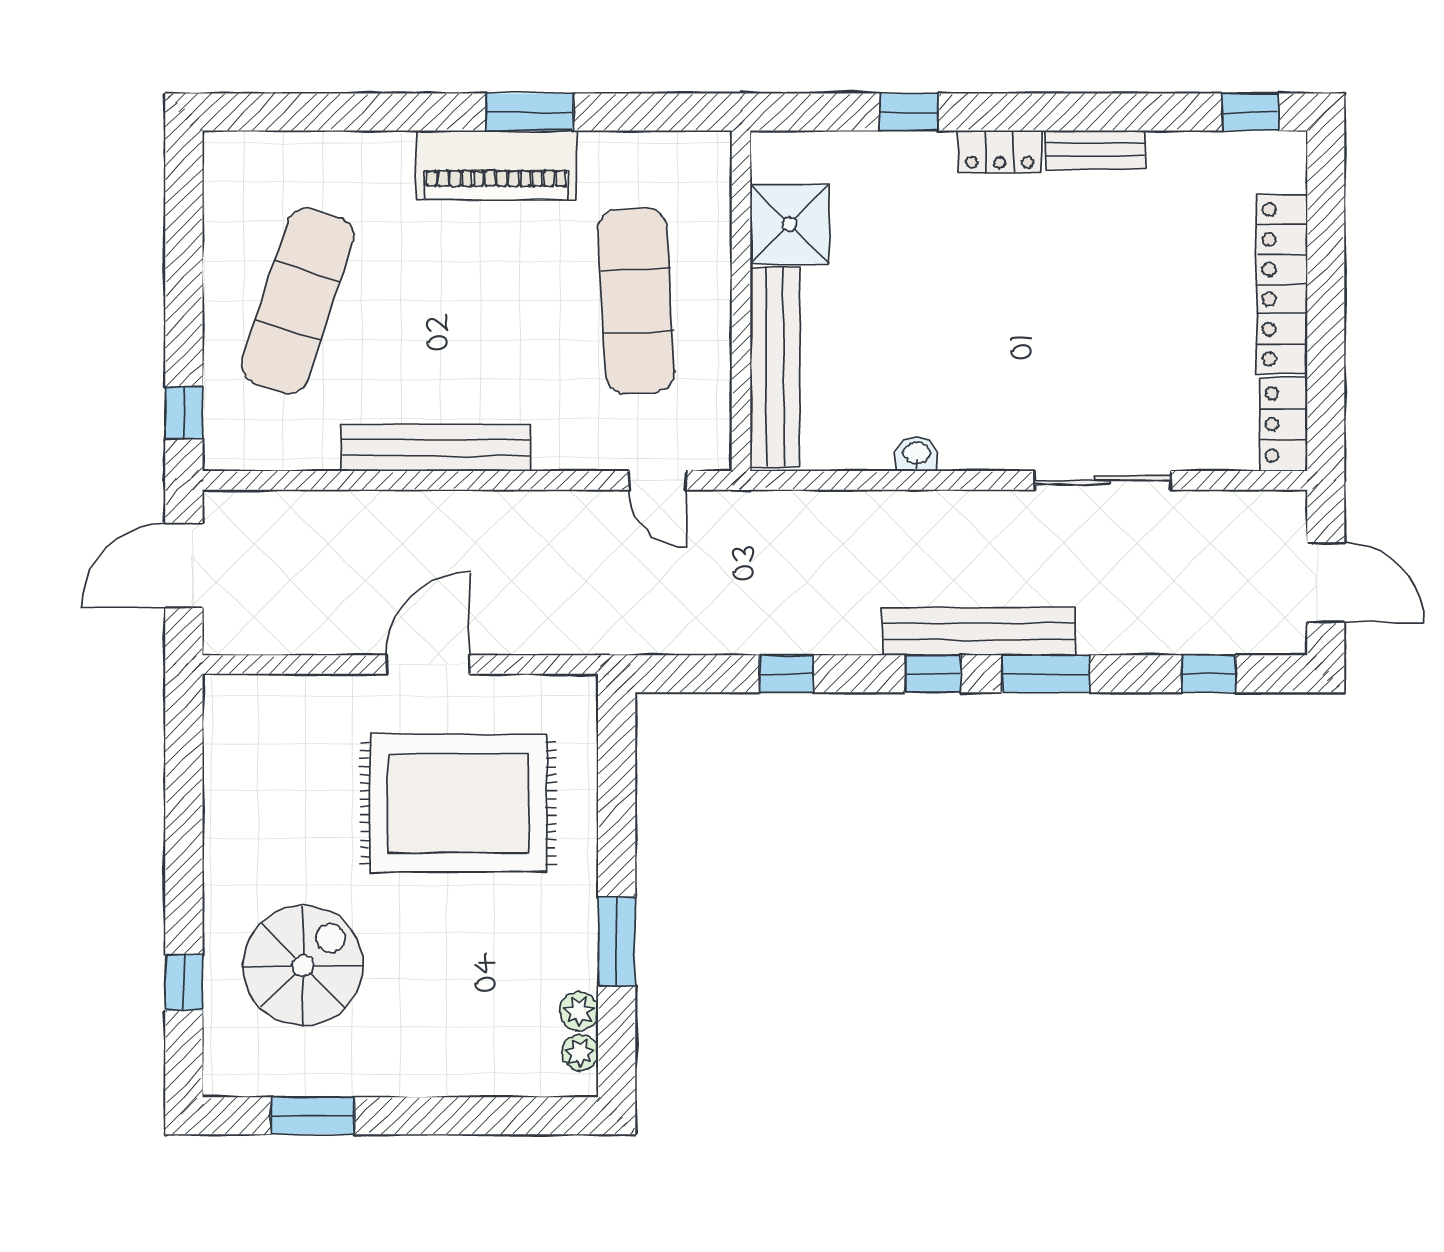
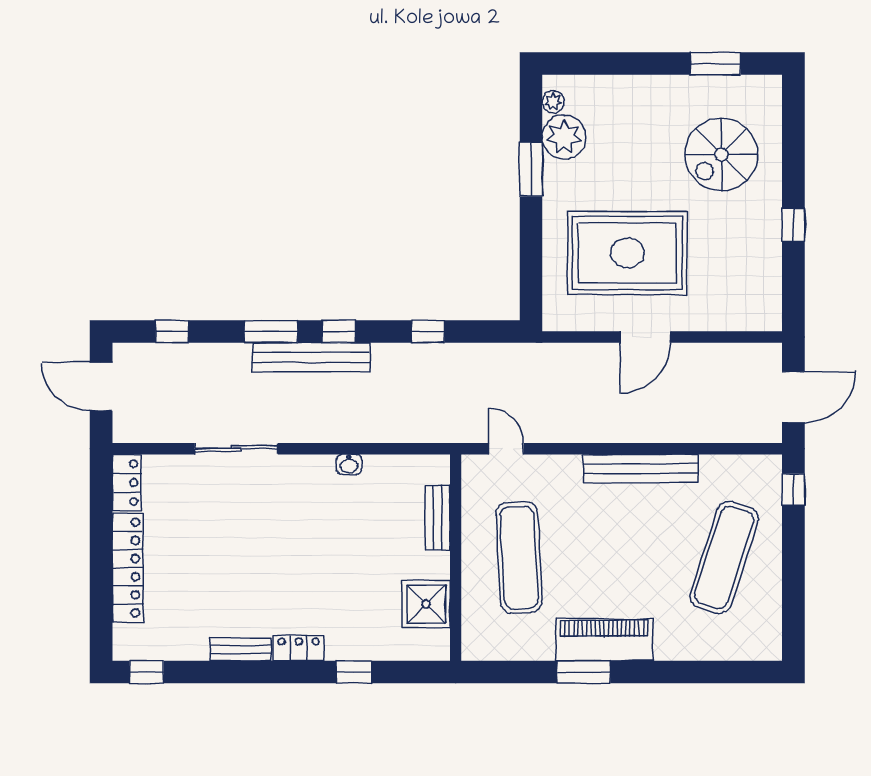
bench: (775, 367) -> (438, 517), width x0.54, depth x0.82
window: (184, 983) -> (793, 225), moved
plant: (579, 1011) -> (564, 137), width x1.88, depth x1.88

